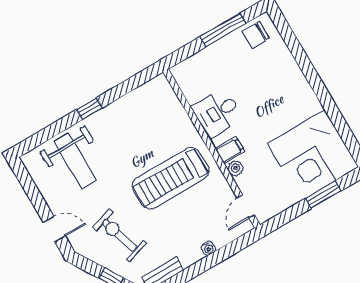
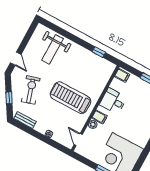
filing cabinet: (184, 73) -> (122, 75), added
window: (89, 109) -> (99, 52), moved
door: (246, 206) -> (78, 140), hinge flipped

